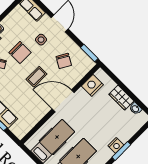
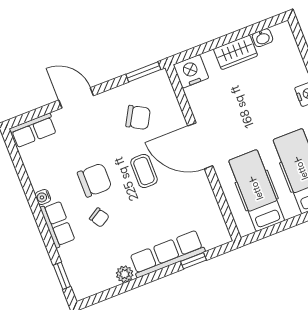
side table: (41, 40) -> (89, 138), removed
nightstand: (92, 85) -> (191, 71), moved, turned 90
door: (63, 101) -> (200, 146), hinge flipped

